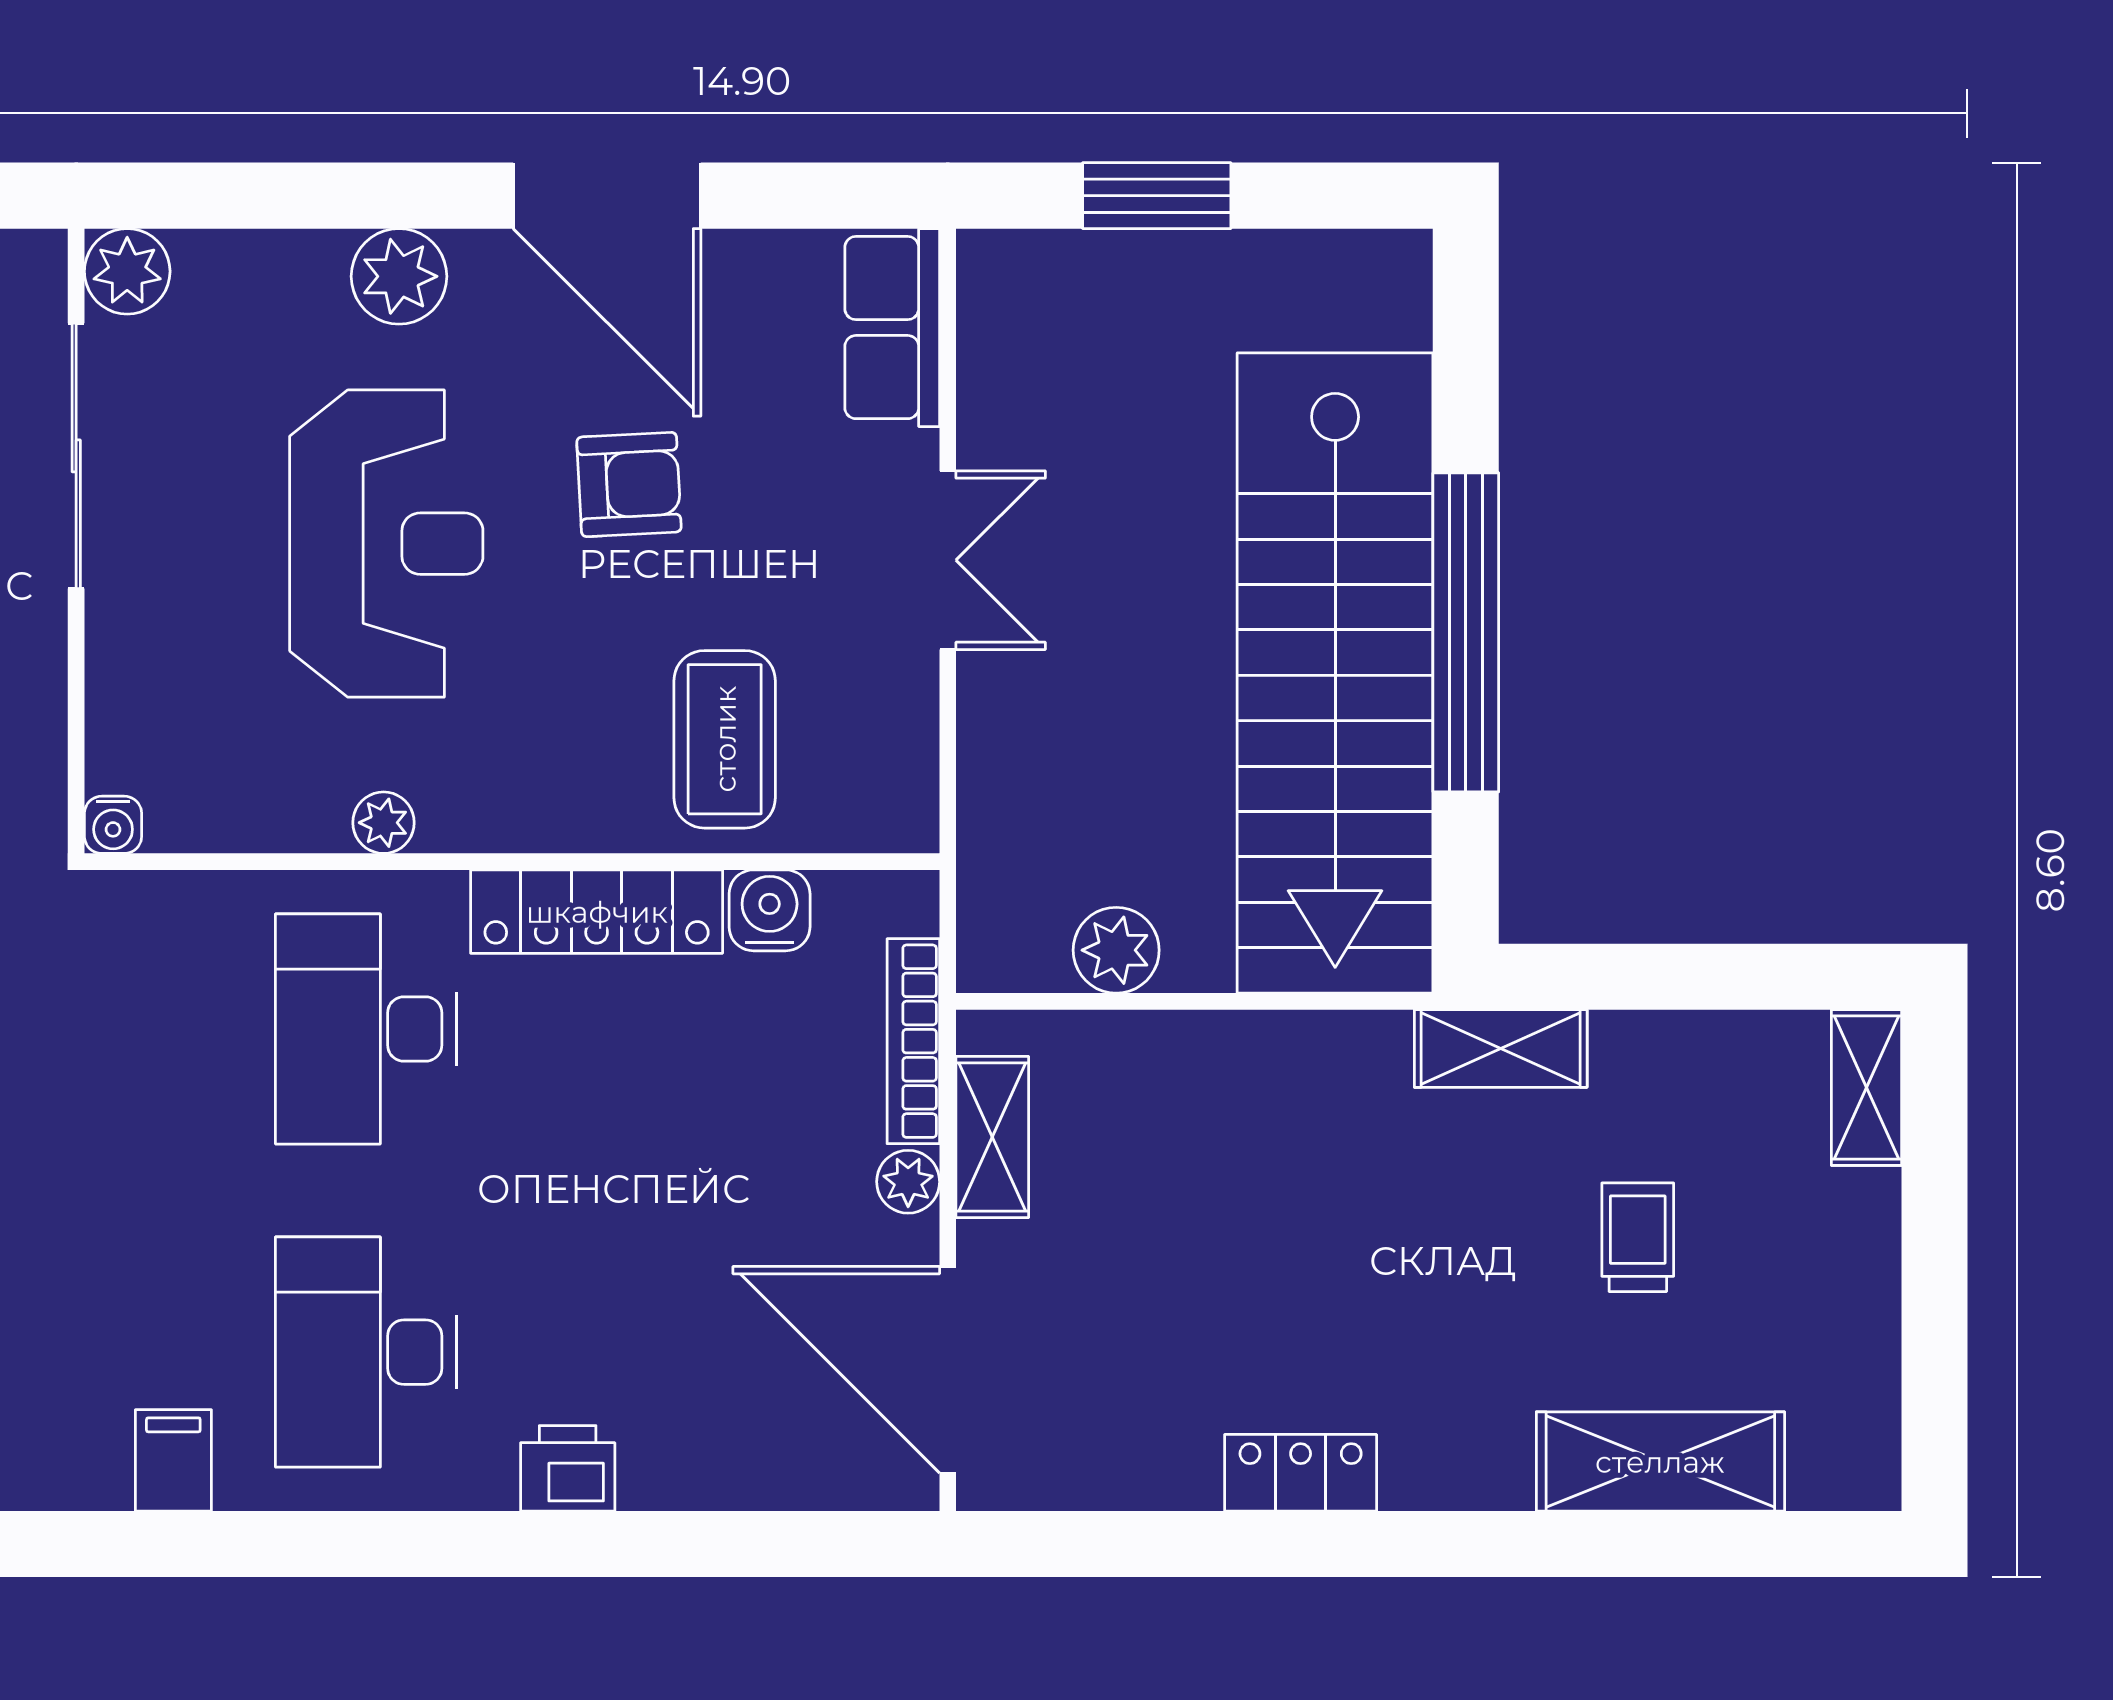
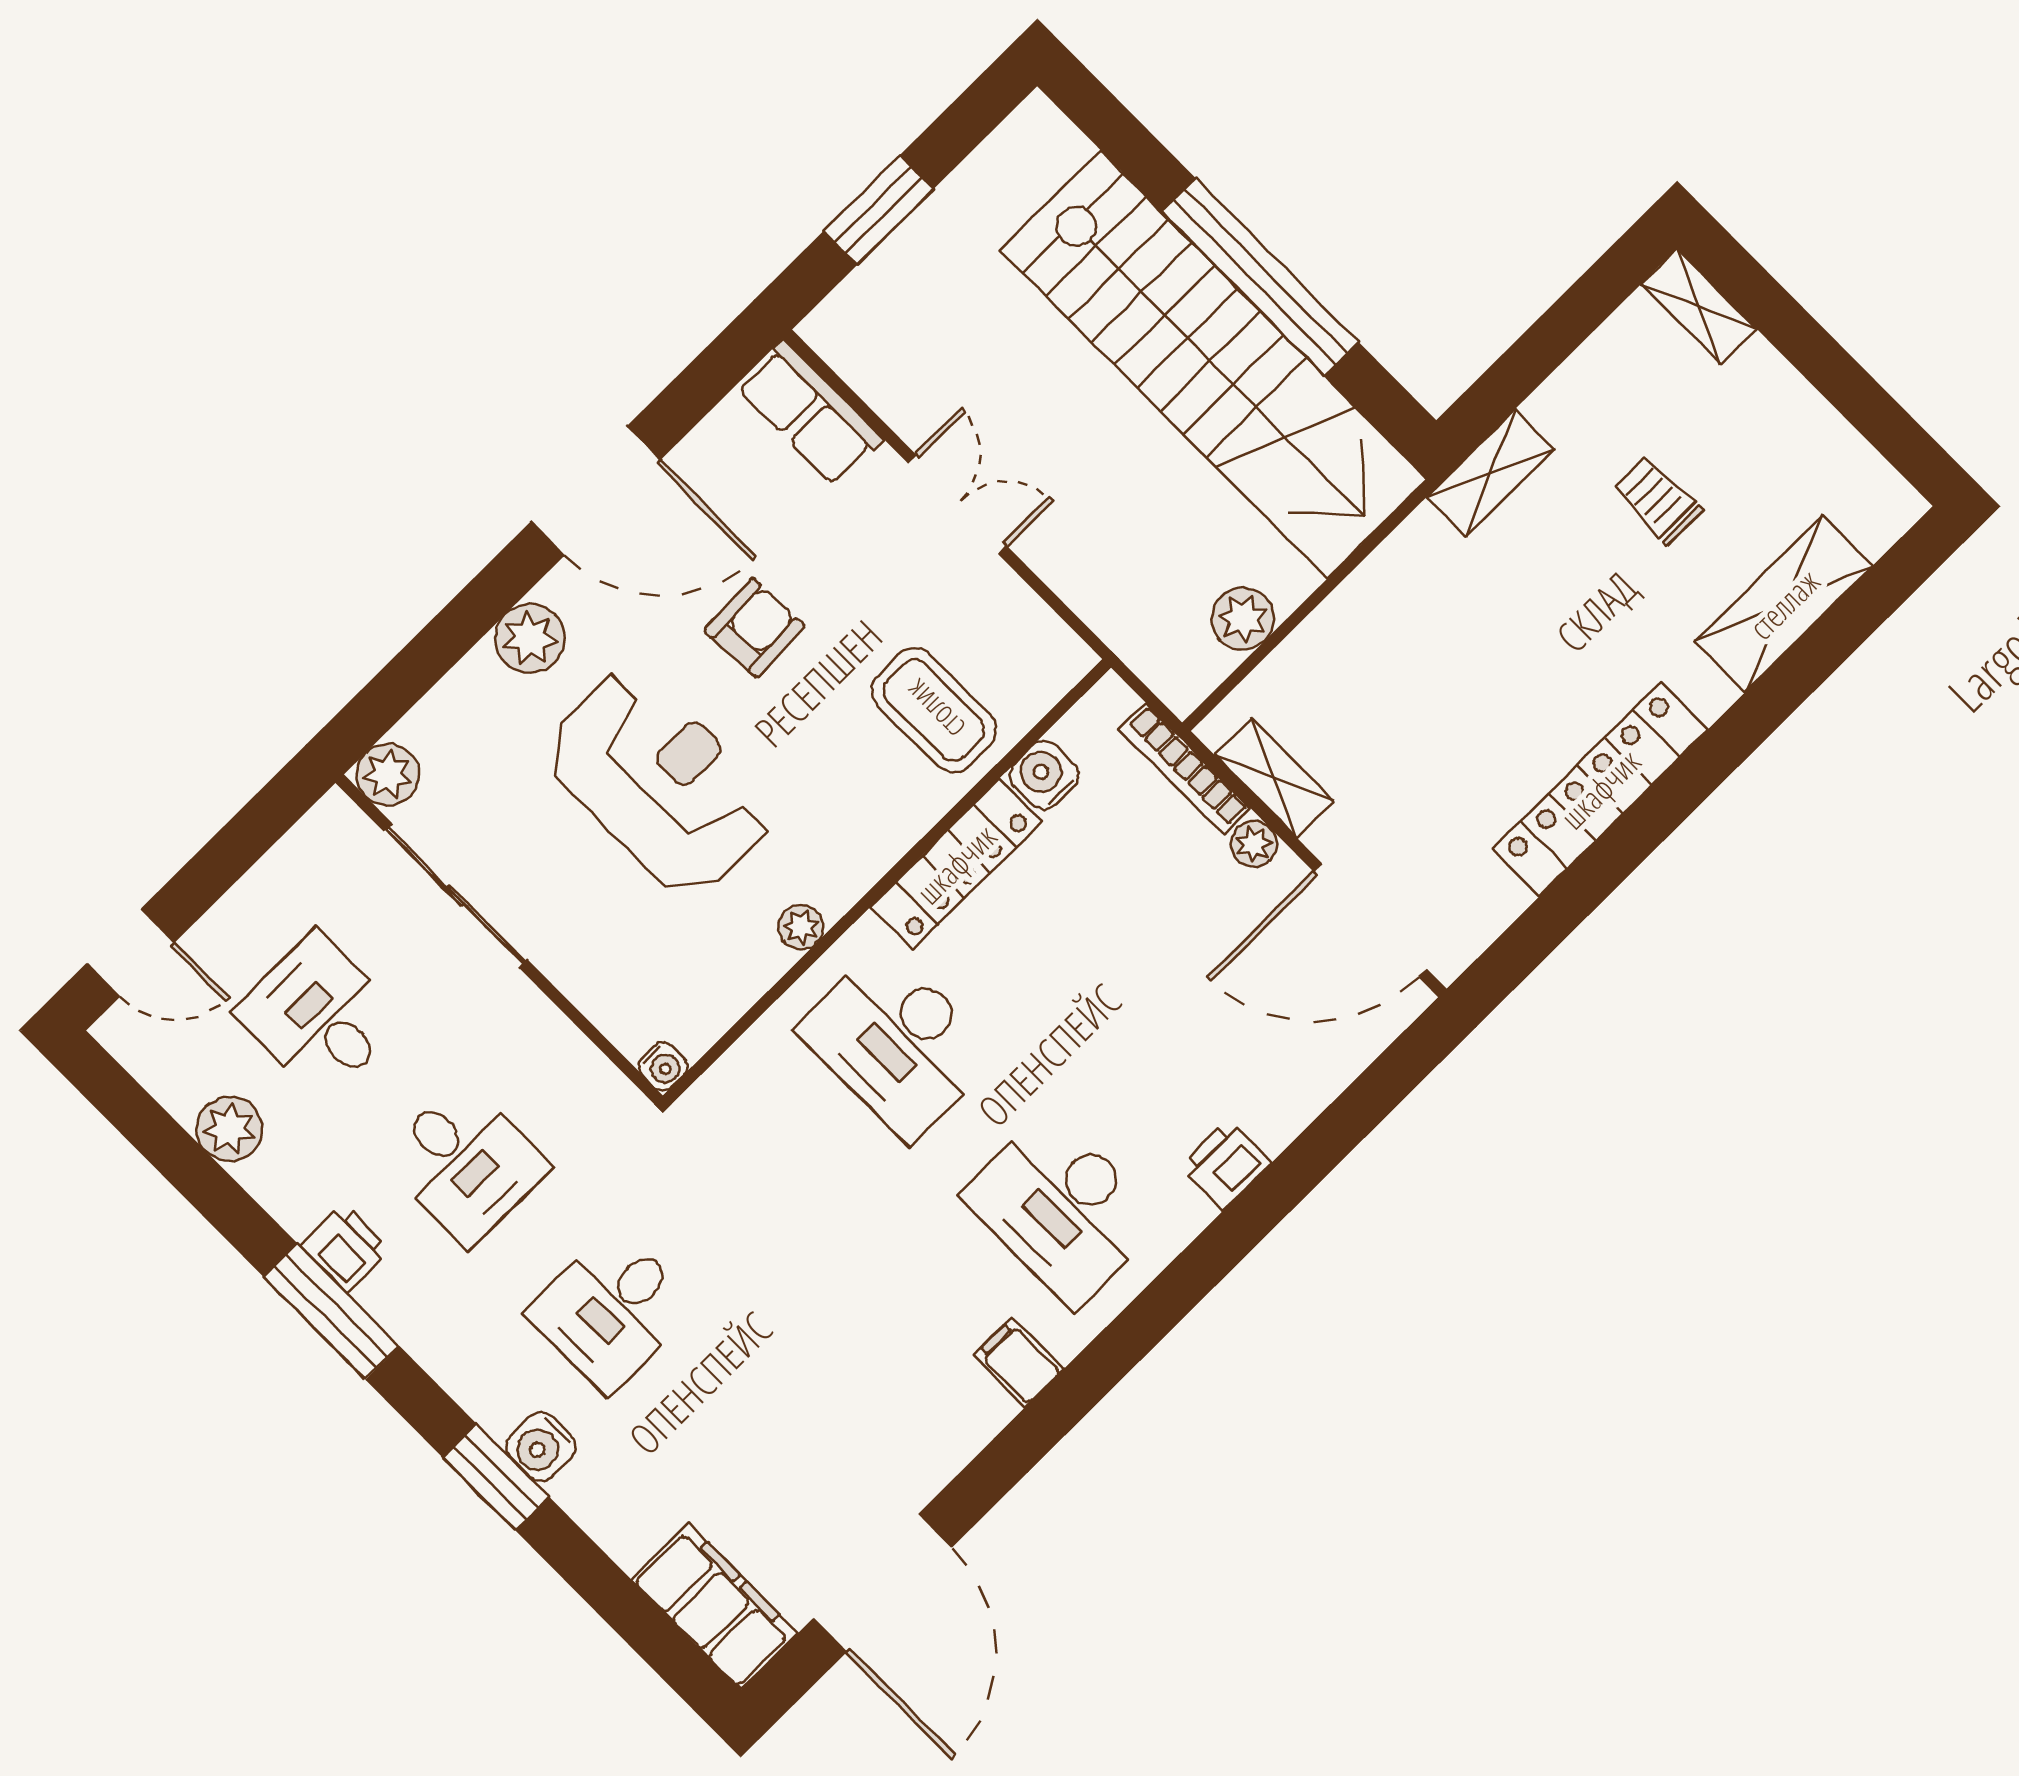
locker: (1301, 1473) -> (1600, 789), width x2.16, depth x1.21

